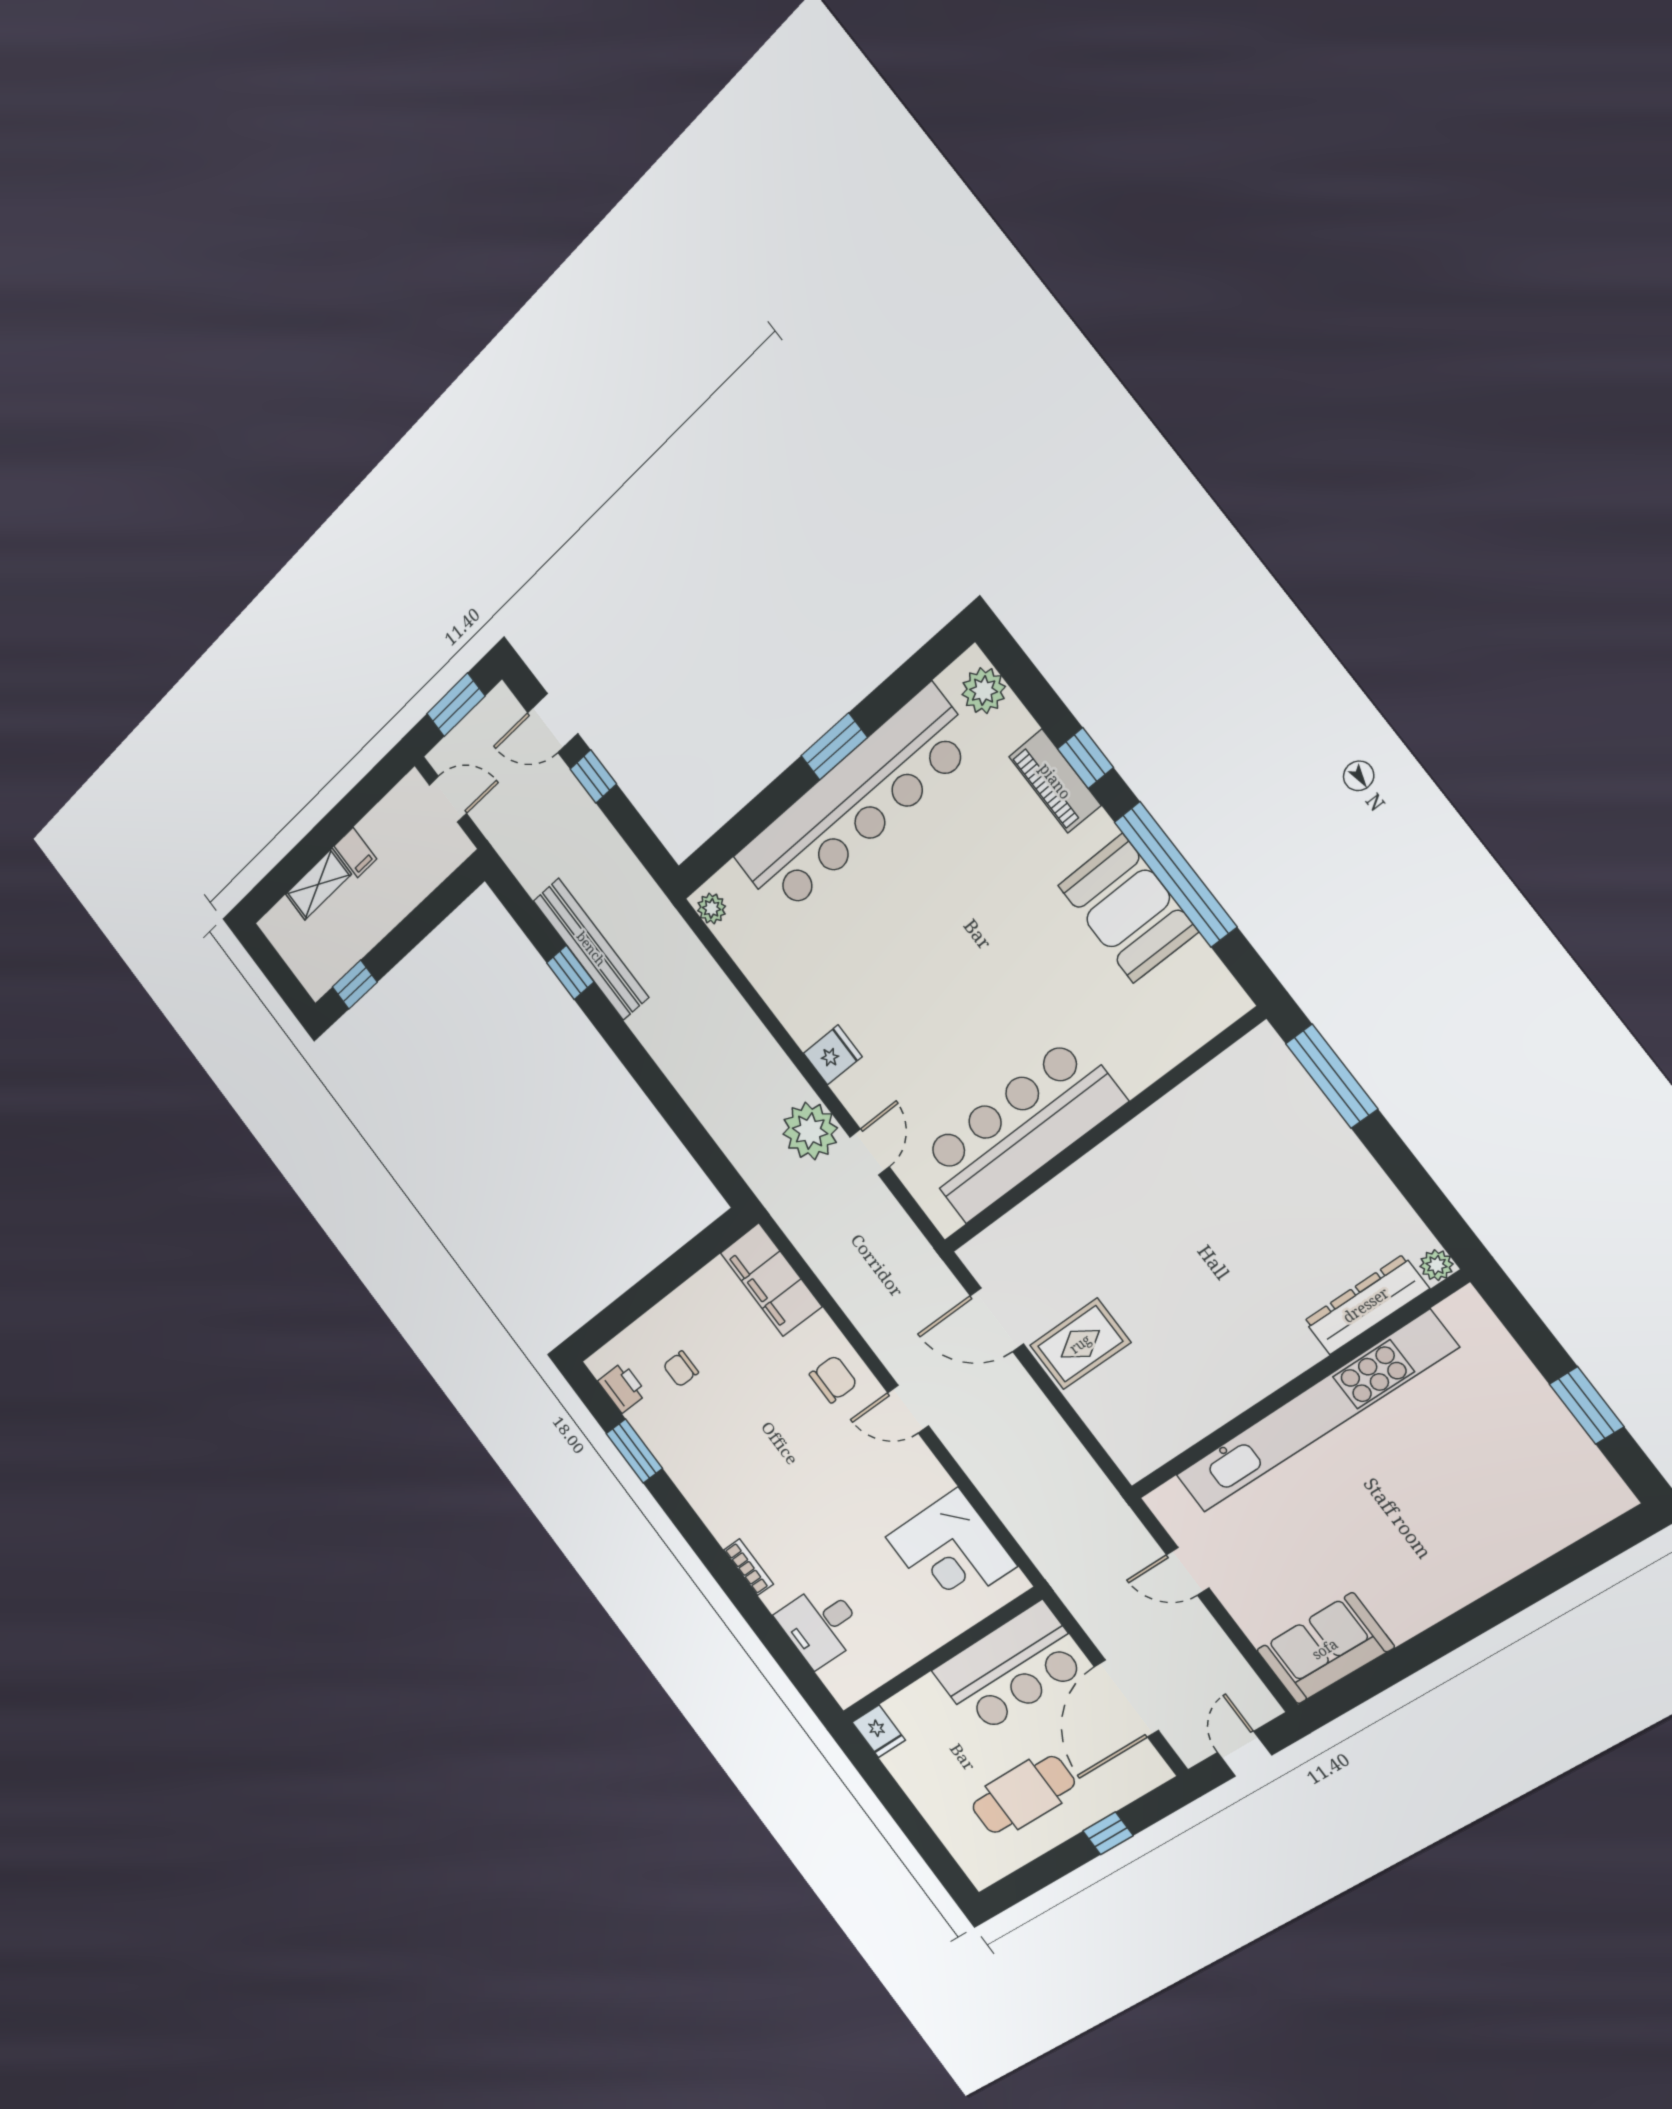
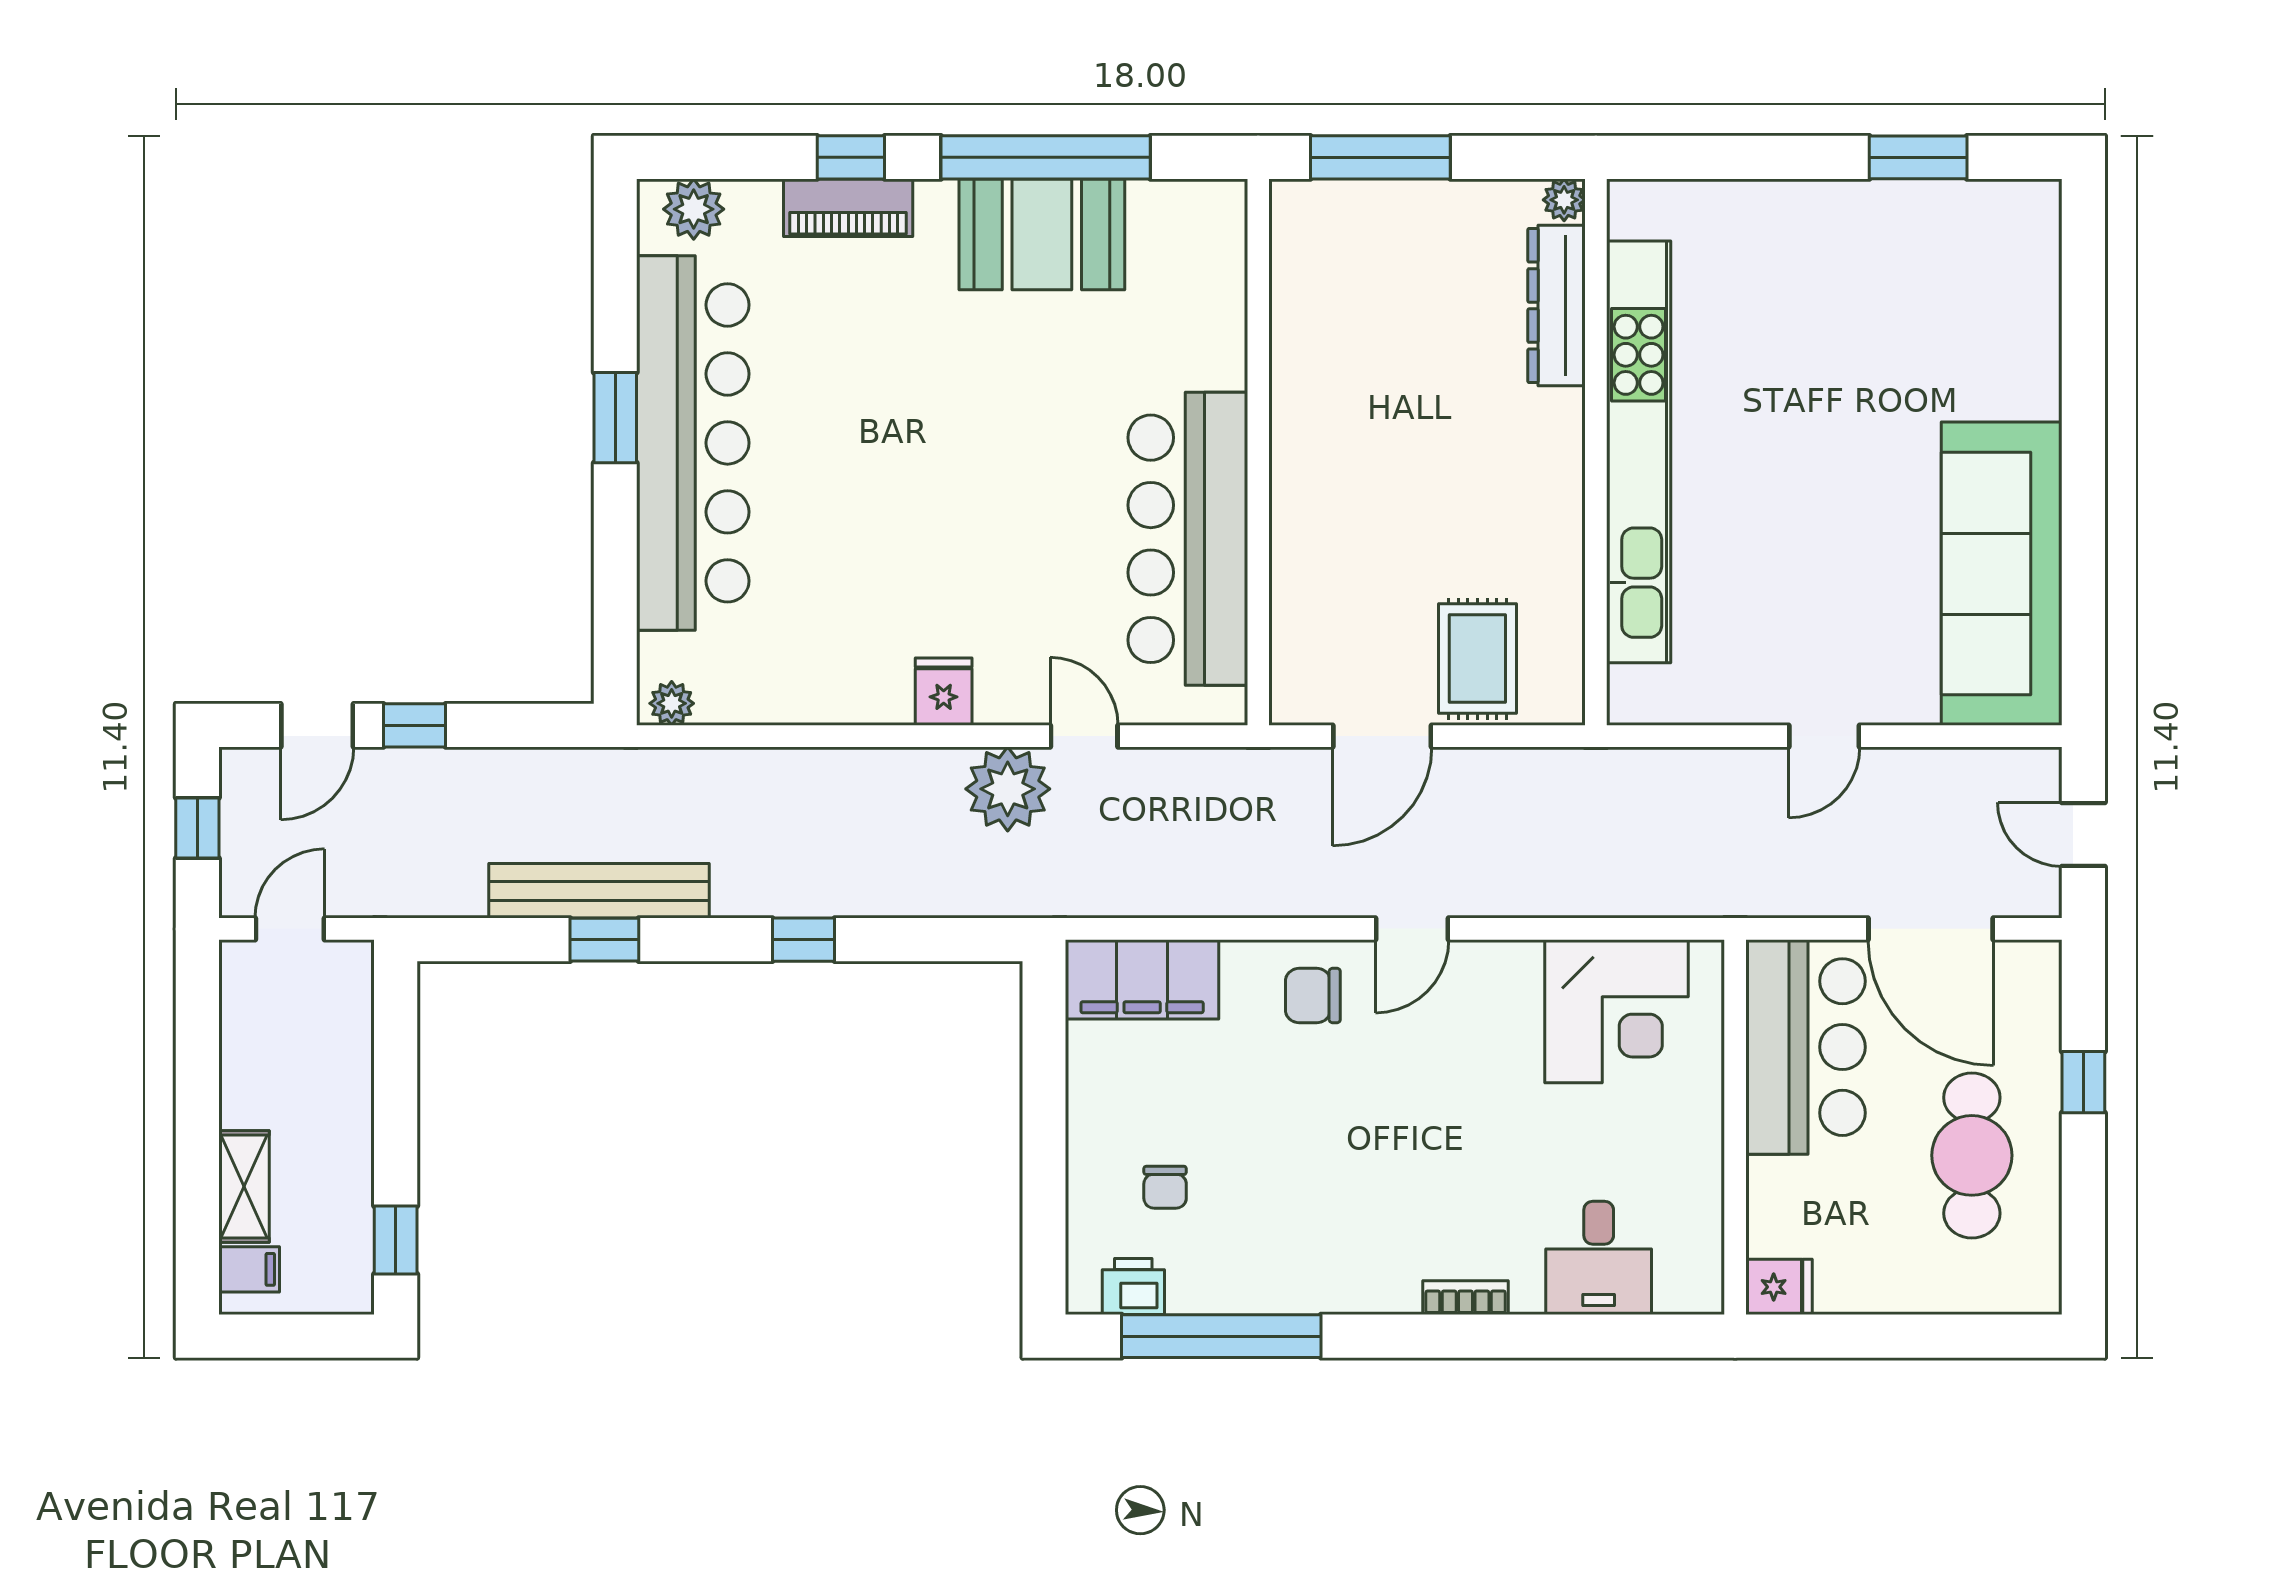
window: (456, 705) -> (197, 828), width x0.67
filing cabinet: (355, 852) -> (249, 1269), moved
window: (651, 1080) -> (804, 940), added
plant: (1436, 1265) -> (1564, 200), moved
dresser: (1366, 1305) -> (1556, 305), moved
chair: (833, 1379) -> (1313, 996), turned -90
wall: (1295, 1388) -> (1596, 452), moved
kitchen unit: (1314, 1413) -> (1639, 452), moved
window: (634, 1451) -> (1221, 1336), width x2.11
sofa: (1325, 1649) -> (2002, 574), width x1.85, depth x1.27

